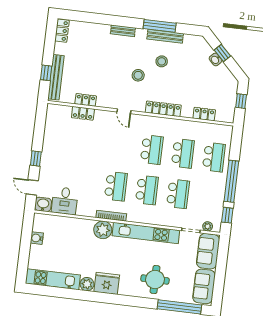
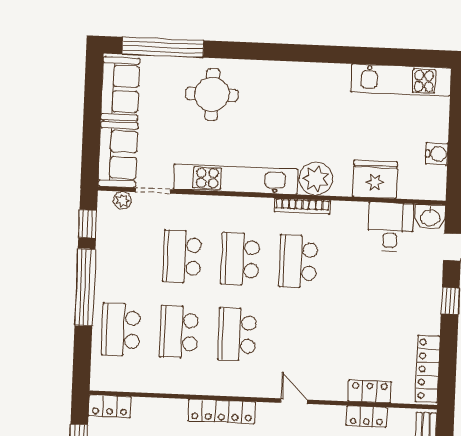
locker: (204, 114) -> (110, 406), moved
locker: (51, 123) -> (428, 369), added
fridge: (107, 283) -> (375, 179), moved, turned 180
plant: (87, 284) -> (337, 76), removed

